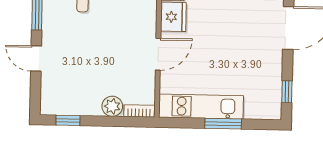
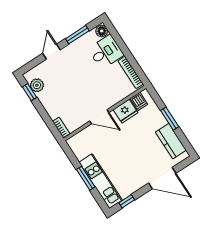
plant: (112, 106) -> (37, 85), moved
kitchen unit: (201, 107) -> (101, 181), moved

